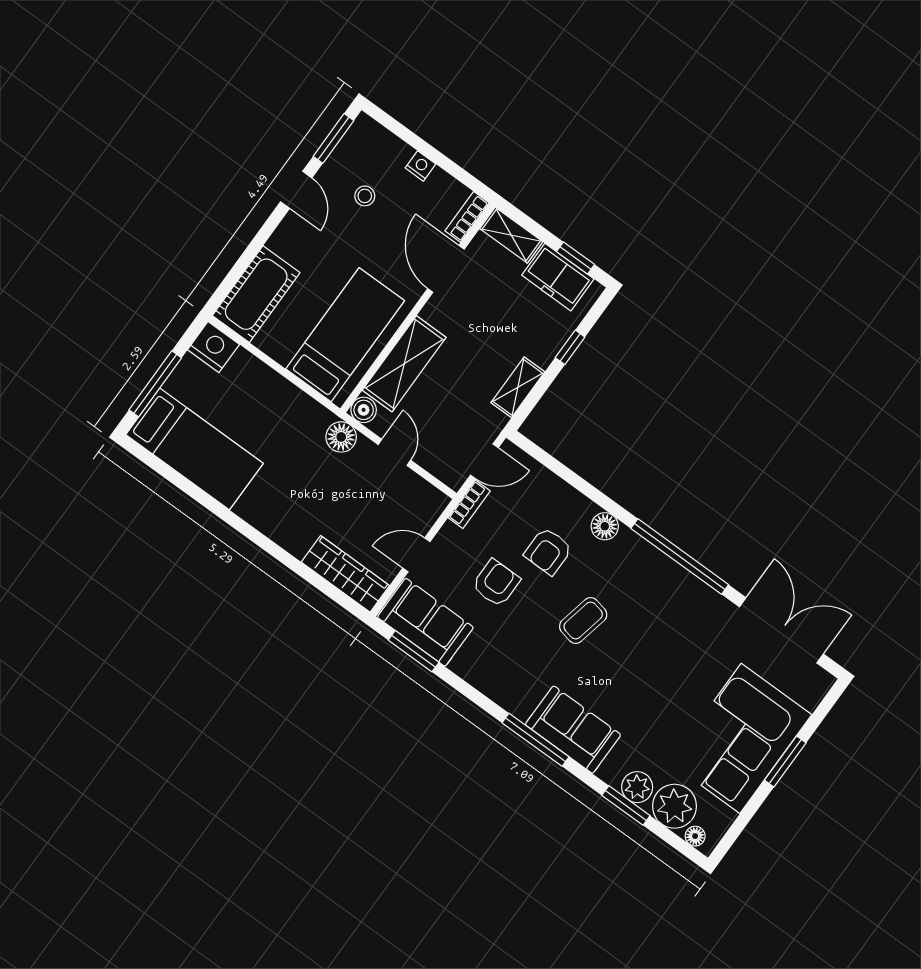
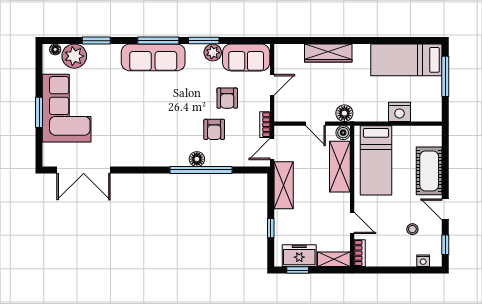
window: (334, 138) -> (445, 245), width x0.67
nightstand: (420, 166) -> (423, 261), moved
door: (446, 269) -> (352, 223), width x0.73
cot: (256, 294) -> (429, 171), moved
nightstand: (213, 347) -> (399, 112), moved
shelving: (518, 387) -> (284, 185), width x1.50, depth x1.33
armchair: (548, 551) -> (214, 129), turned 180
window: (680, 556) -> (201, 170), moved
wardrobe: (345, 574) -> (328, 53), moved
coffee table: (583, 621) -> (176, 110), removed
window: (414, 651) -> (204, 41), moved
sofa: (573, 730) -> (153, 57), width x1.36
plant: (637, 787) -> (213, 53), moved

